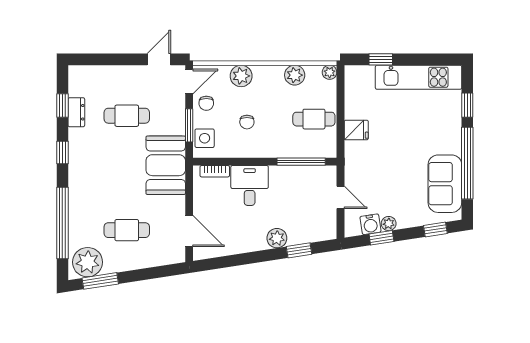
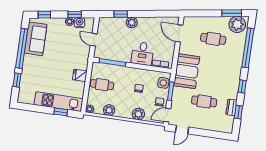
kitchen unit: (419, 77) -> (59, 102), moved

